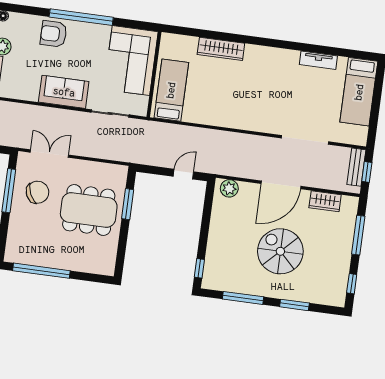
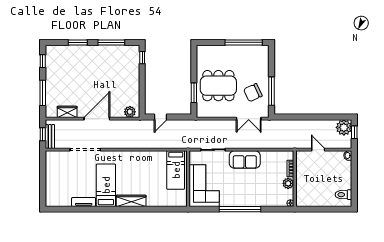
armchair: (54, 34) -> (256, 196), removed
wardrobe: (221, 49) -> (131, 201), moved
bed: (359, 92) -> (106, 185), moved
spiral stairs: (280, 251) -> (91, 76), removed

